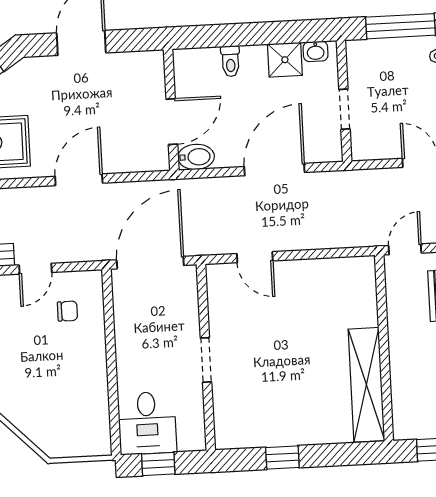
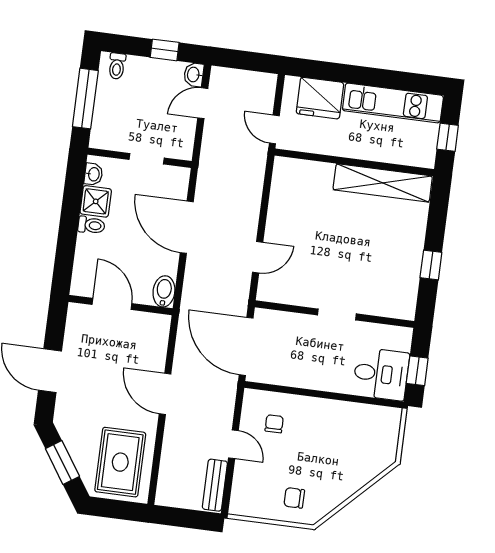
toilet: (231, 61) -> (91, 225), moved
door: (172, 122) -> (112, 304), moved

